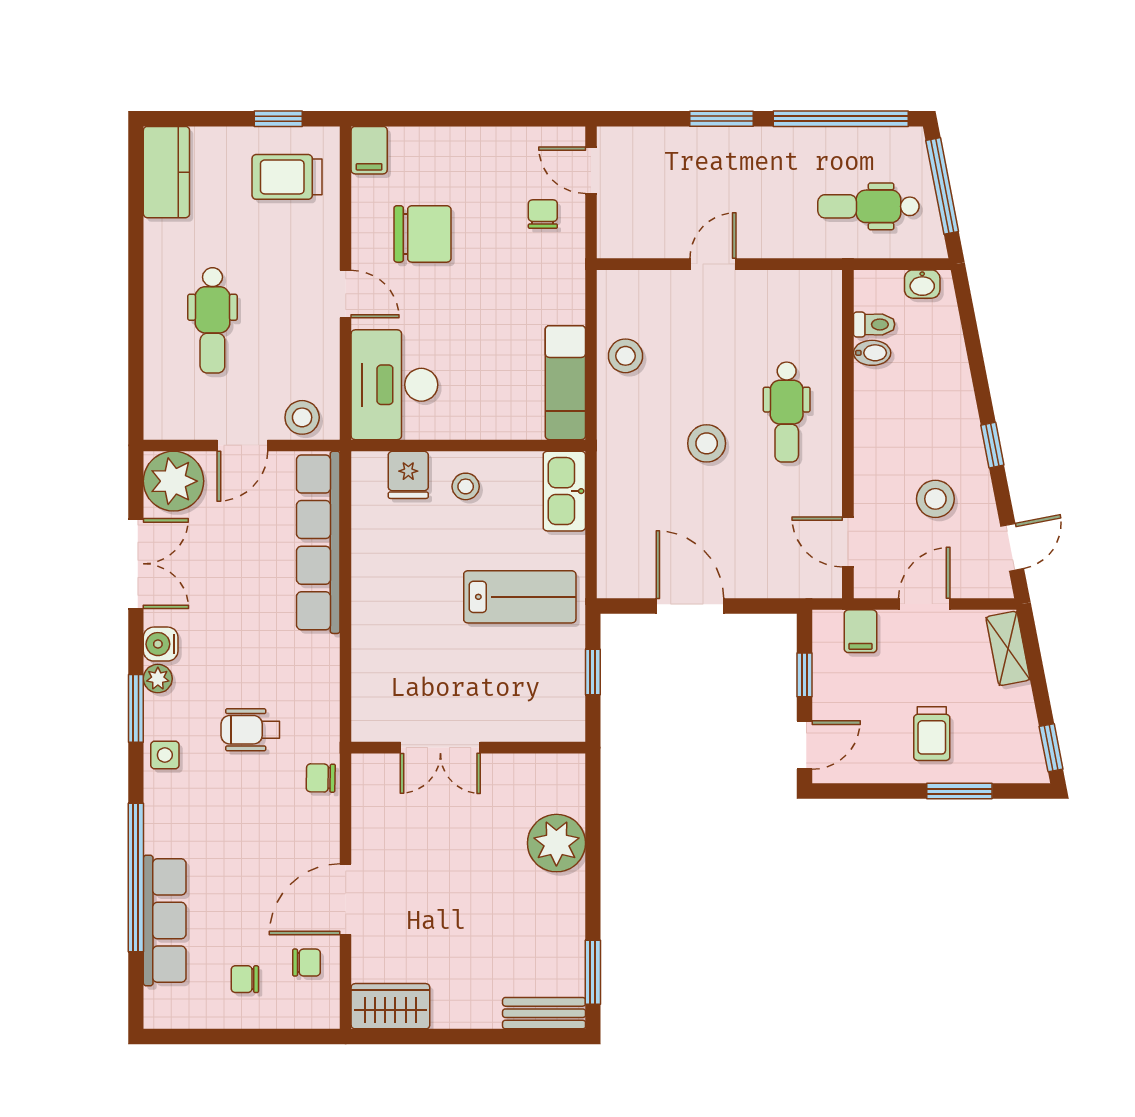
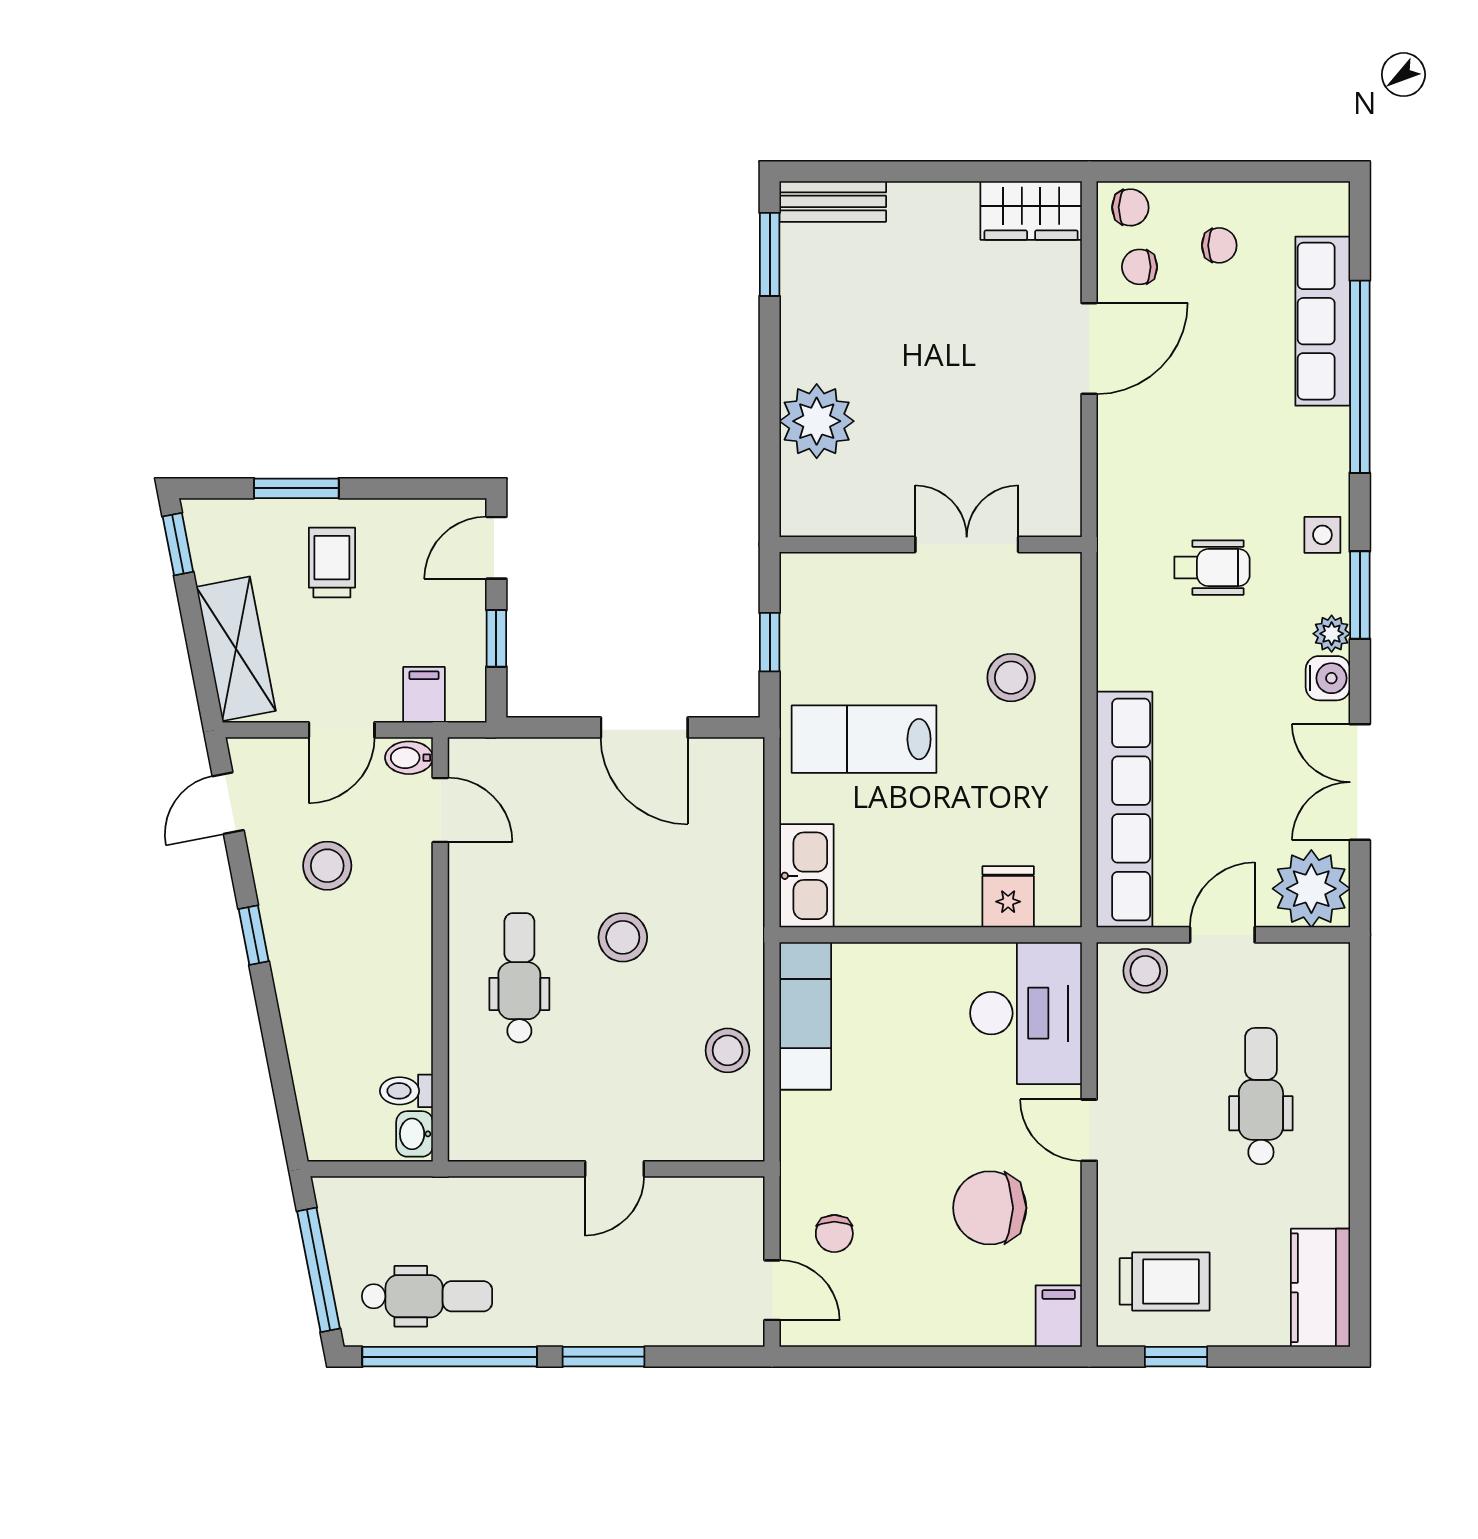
dental chair: (868, 206) -> (427, 1296), moved
washbasin: (922, 284) -> (415, 1134), moved, turned -90
bidet: (872, 353) -> (409, 758), moved
stool: (466, 486) -> (1011, 678), moved, width x1.37, depth x1.37
shelving: (1008, 648) -> (236, 649), width x1.50, depth x1.33
chair: (321, 778) -> (1130, 207), moved

